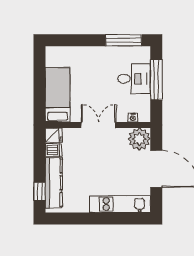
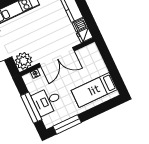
bed: (58, 95) -> (94, 90), moved, turned 90
double door: (99, 125) -> (57, 57), width x1.37

